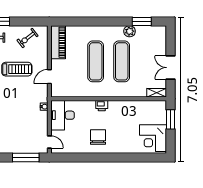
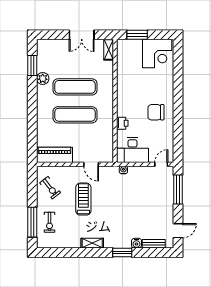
printer: (102, 106) -> (122, 123), moved

